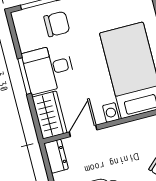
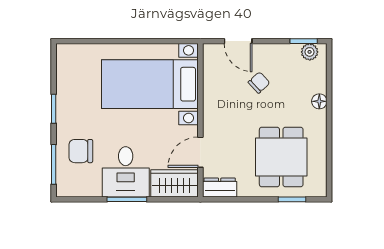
chair: (57, 24) -> (81, 151), turned -90
door: (83, 131) -> (200, 152), hinge flipped

